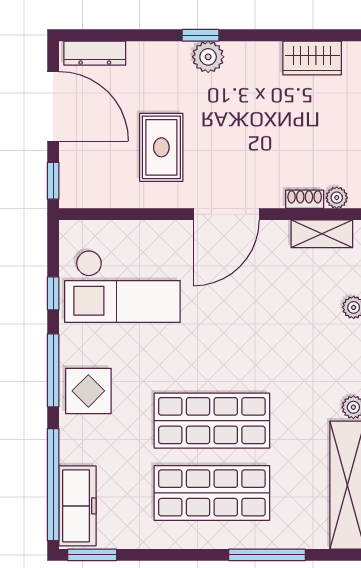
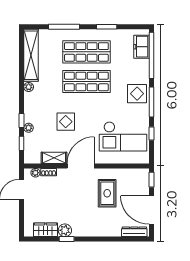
window: (201, 35) -> (67, 239), moved
plant: (208, 57) -> (65, 230), moved
shelving: (322, 234) -> (54, 158), moved
checkout: (122, 286) -> (123, 136), turned 180
display table: (263, 323) -> (66, 122), added
freezer: (77, 506) -> (141, 47), width x0.71
window: (92, 555) -> (107, 27), moved

